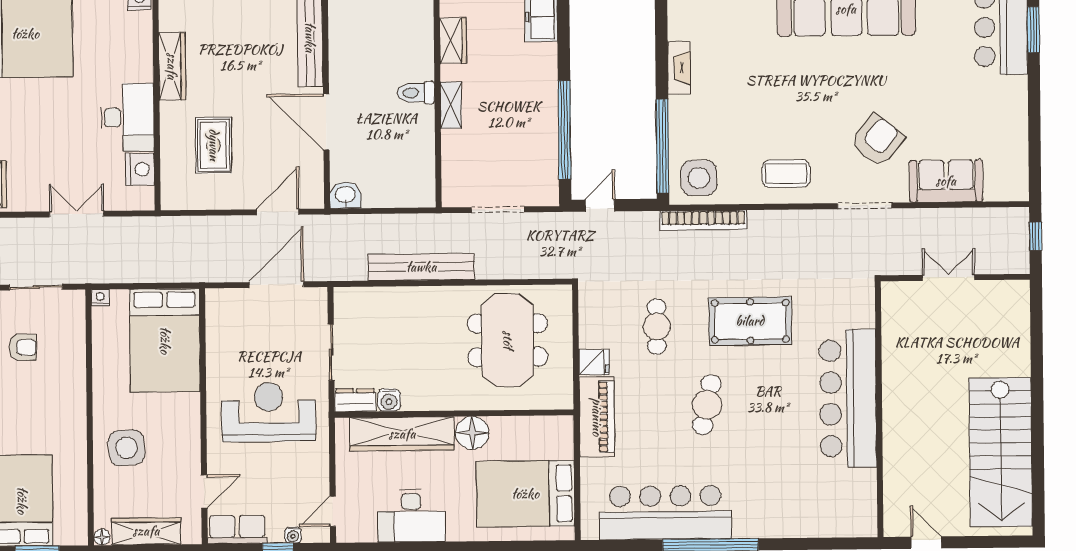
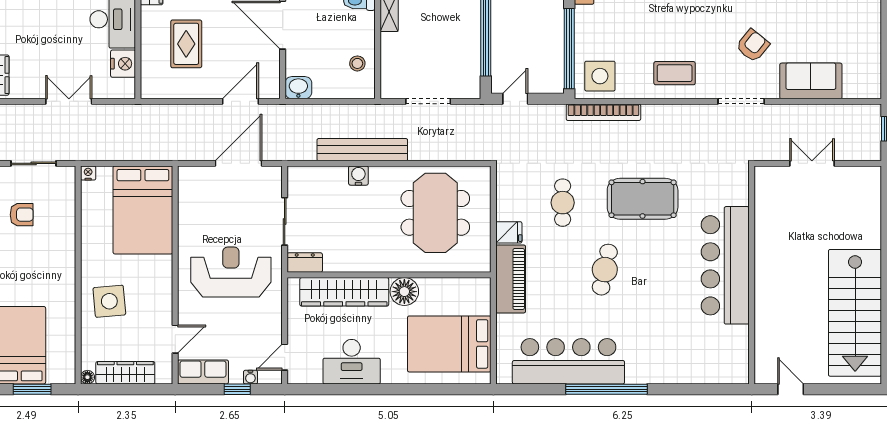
armchair: (877, 140) -> (753, 46), width x0.72, depth x0.72
stool: (414, 166) -> (357, 63), added
water cooler: (389, 400) -> (358, 176), moved, turned 180

